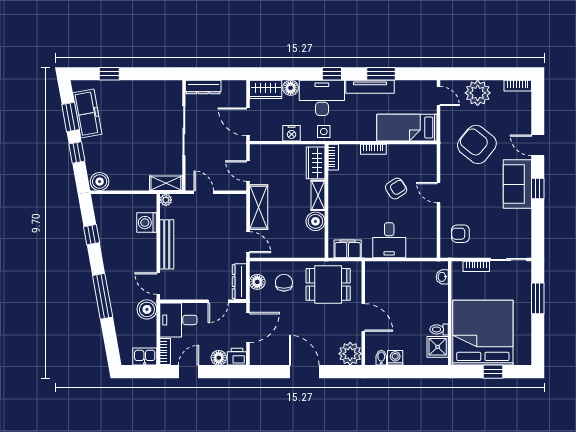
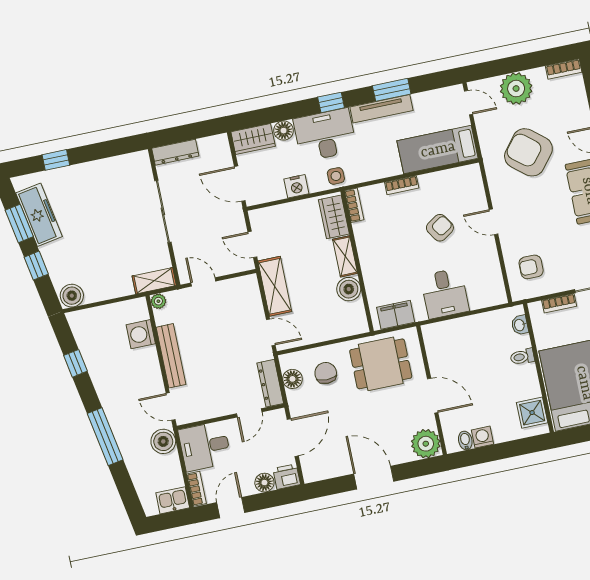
toilet: (439, 329) -> (522, 357), moved

